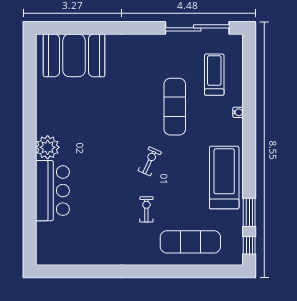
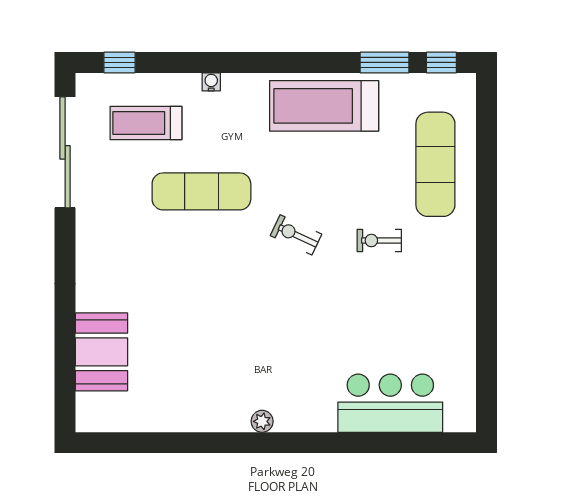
booth: (74, 55) -> (101, 352), width x0.73, depth x0.70
window: (249, 59) -> (119, 62), added
plant: (48, 147) -> (262, 421), width x0.53, depth x0.53
bar counter: (52, 191) -> (390, 403), moved

